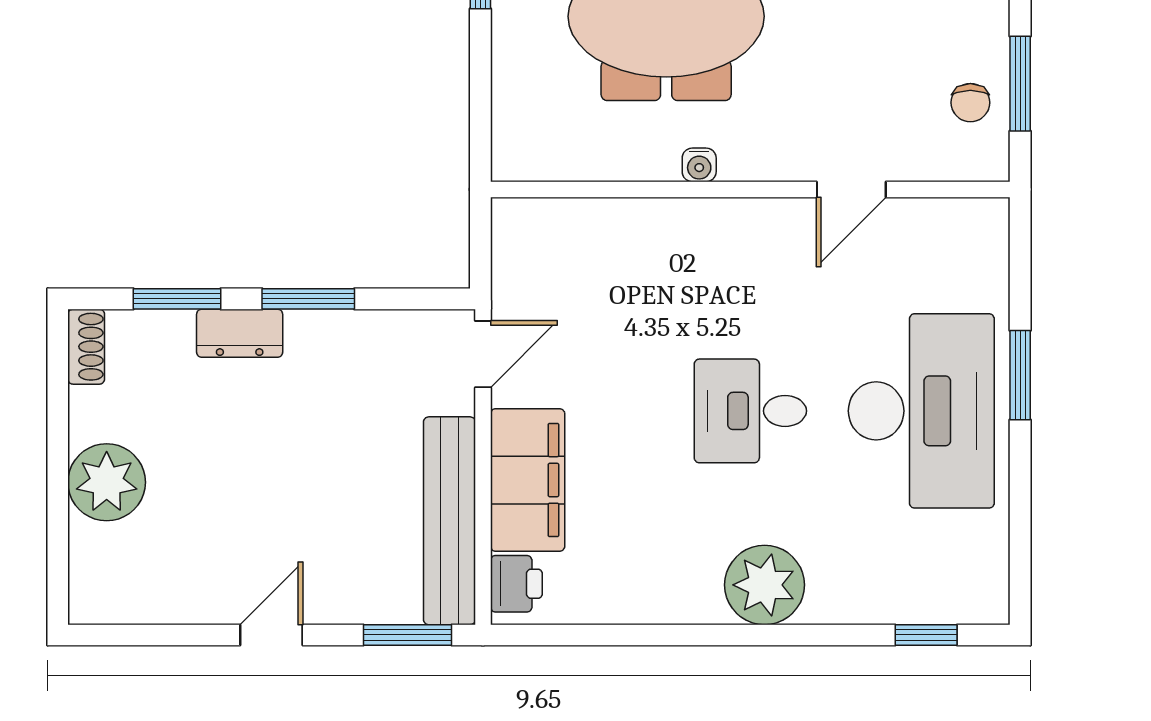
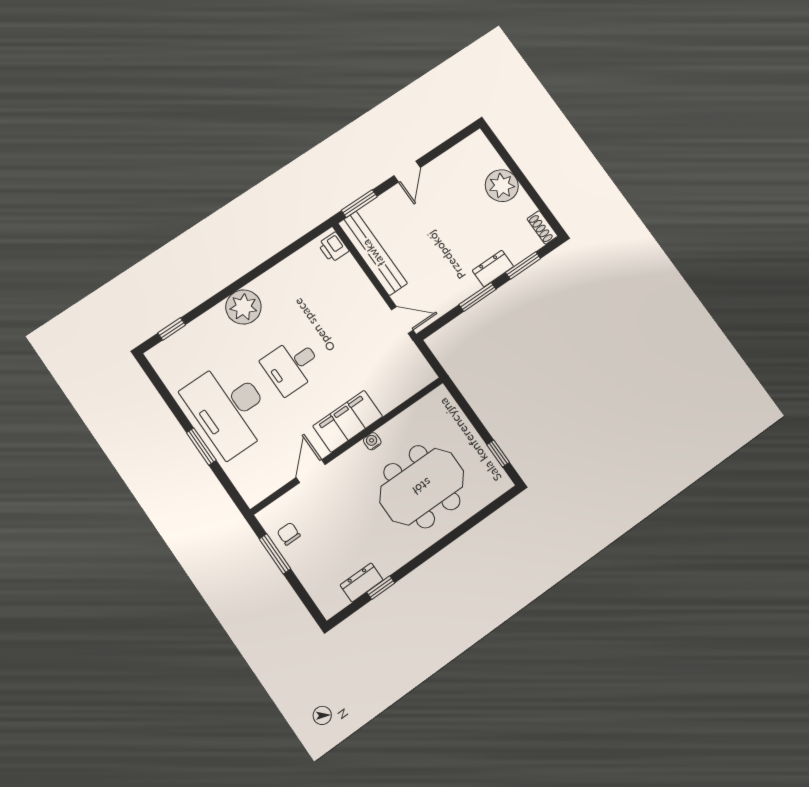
door: (483, 354) -> (402, 320), swing flipped
desk: (750, 411) -> (292, 366), turned 180
filing cabinet: (528, 480) -> (348, 421), moved, turned 90

